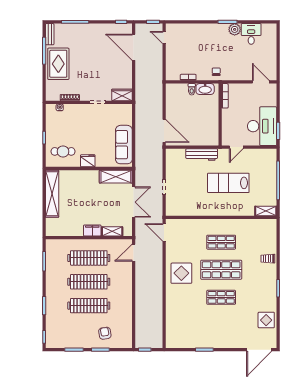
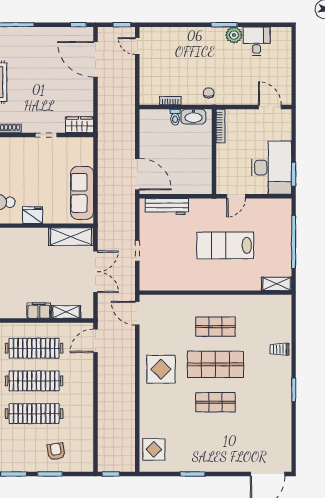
workbench: (202, 155) -> (167, 207), moved
display table: (266, 320) -> (154, 449), moved

